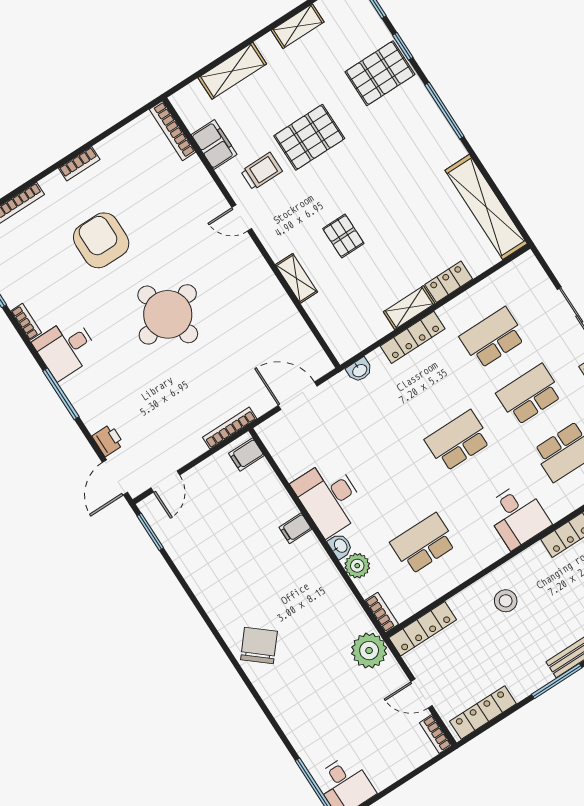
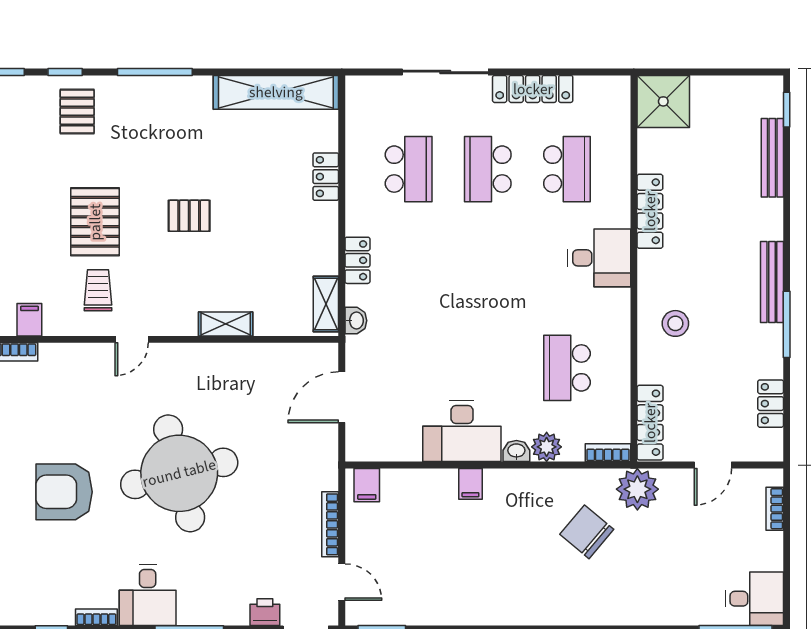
pallet: (380, 73) -> (77, 112), width x0.67, depth x0.71
filing cabinet: (214, 145) -> (29, 320), width x0.50
pallet: (343, 236) -> (189, 216), moved
shelving: (409, 308) -> (326, 304), moved
round table: (168, 314) -> (179, 473), width x1.36, depth x1.36
locker: (413, 337) -> (357, 260), width x0.66
school desk: (493, 338) -> (409, 169), turned 180
bookcase: (230, 428) -> (330, 524), moved
school desk: (458, 441) -> (488, 268), removed
chair: (259, 646) -> (587, 532), moved
locker: (483, 713) -> (771, 404), width x0.66
bookcase: (436, 734) -> (775, 509), moved, turned 90

